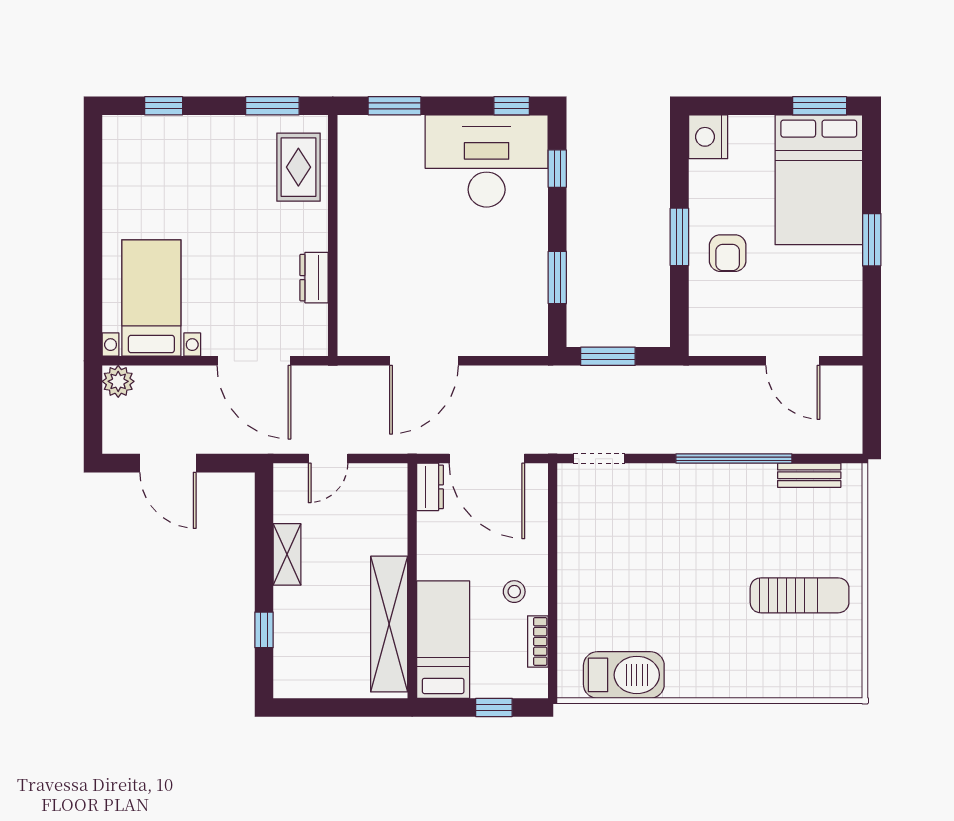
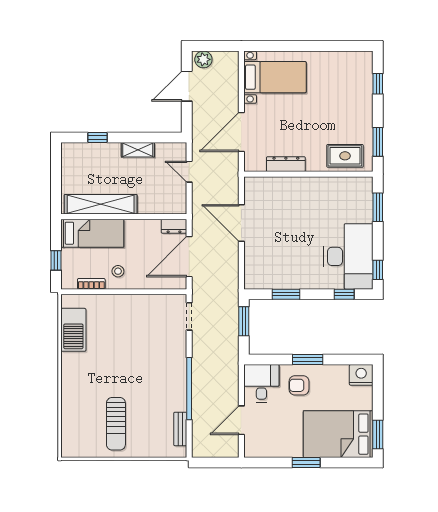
dresser: (314, 278) -> (286, 164), width x1.44
desk: (724, 323) -> (261, 383), added
plant: (118, 381) -> (203, 59), moved

